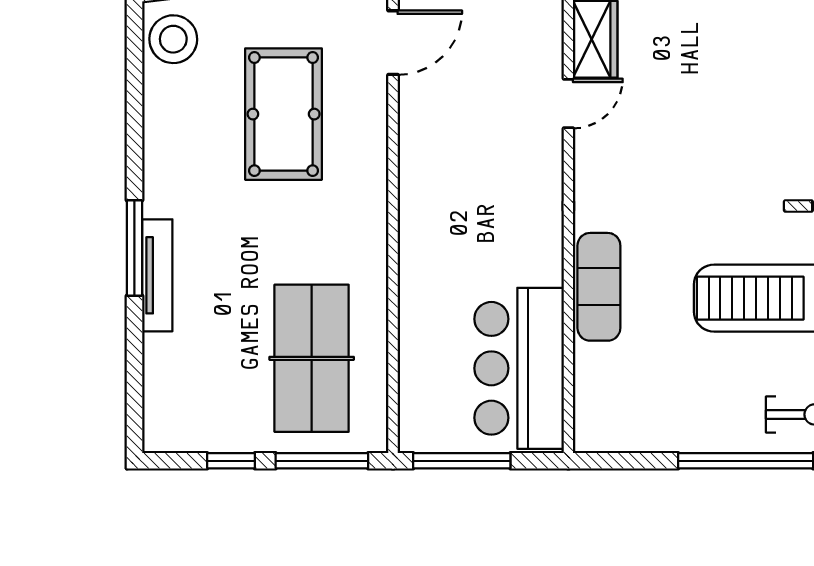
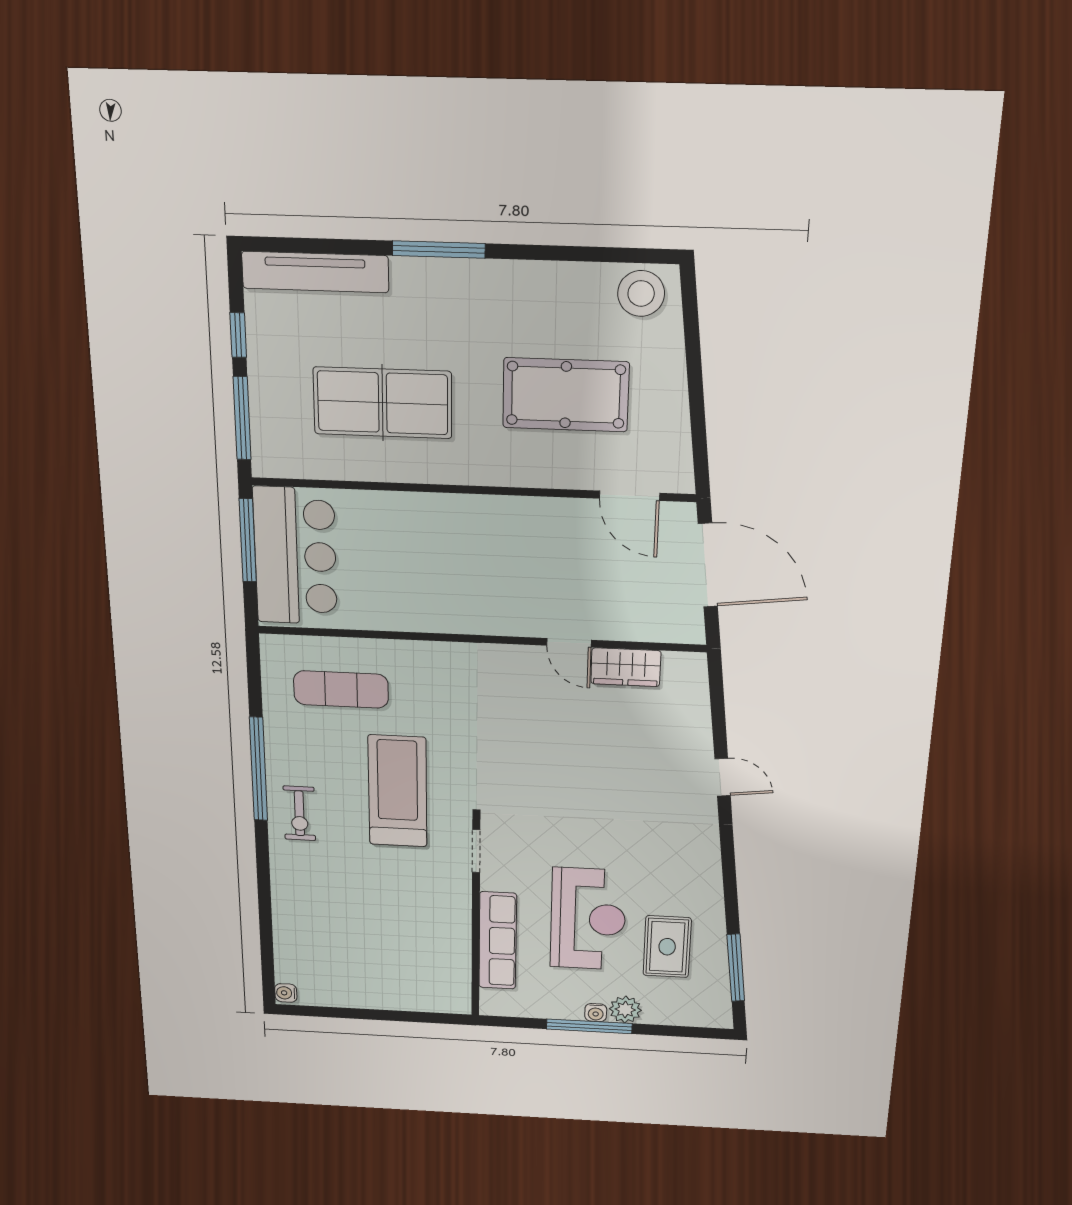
tv unit: (157, 275) -> (315, 272), moved, width x1.36, depth x1.29
exercise mat: (599, 287) -> (341, 689), moved
table tennis table: (312, 358) -> (383, 403), moved
bar counter: (519, 368) -> (295, 556), moved, turned 90

